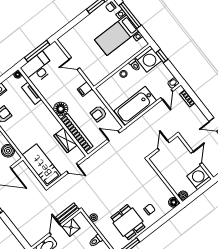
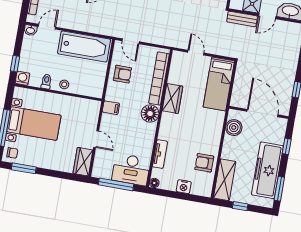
wardrobe: (68, 44) -> (83, 162), added
washing machine: (149, 59) -> (22, 78), width x0.53, depth x0.53
wardrobe: (66, 140) -> (172, 99), moved

